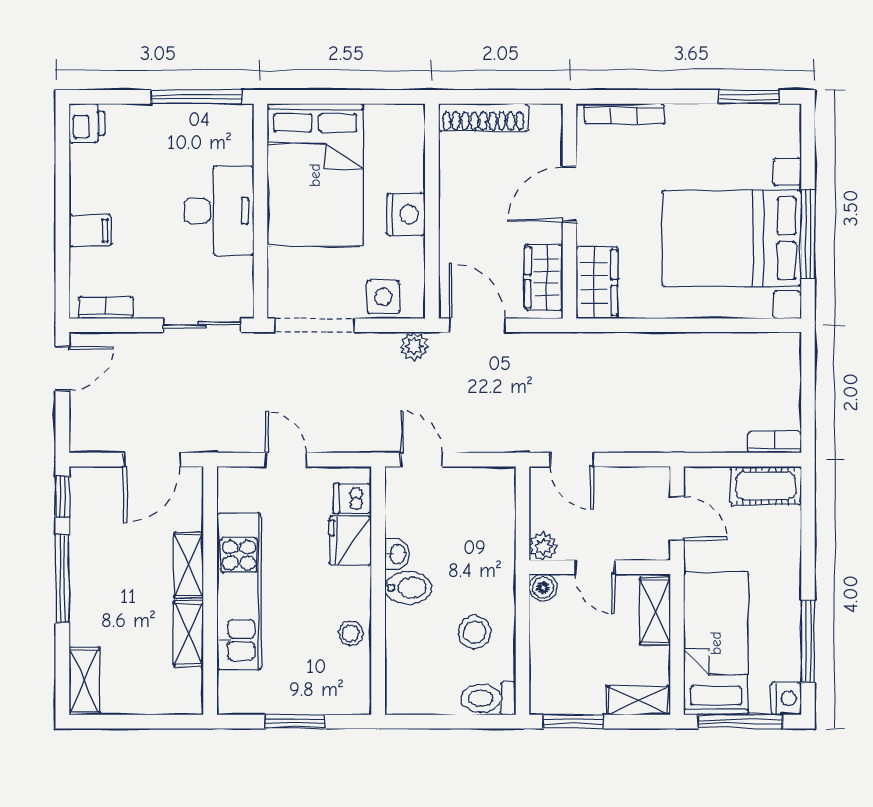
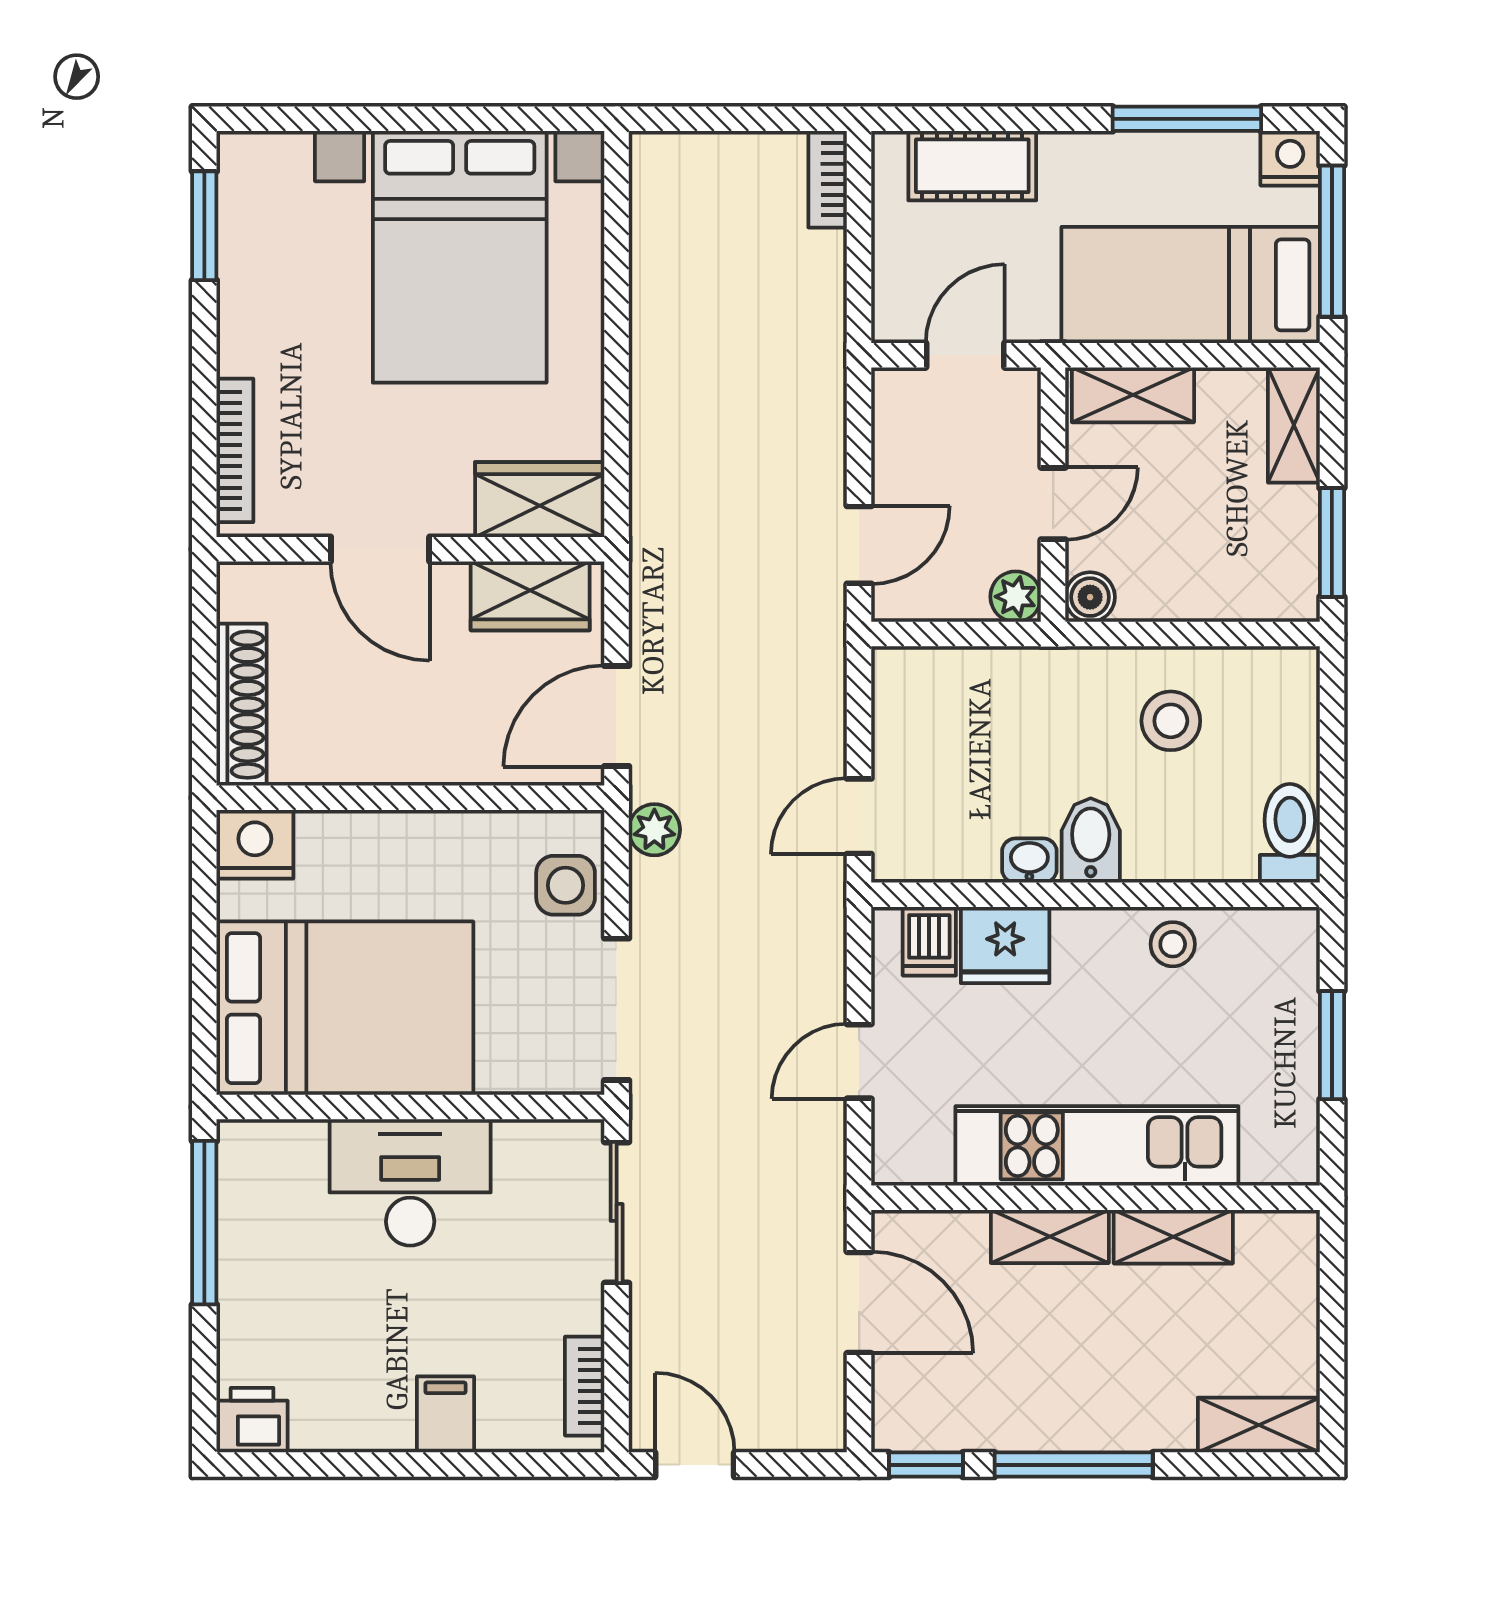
nightstand: (406, 214) -> (255, 844), moved
window: (808, 234) -> (452, 119), removed
cot: (766, 486) -> (972, 166), moved, turned 90
toilet: (488, 698) -> (1290, 833), moved, turned 180

